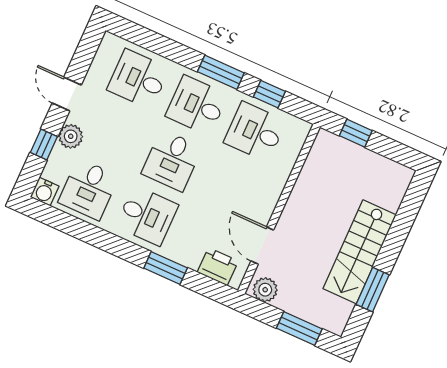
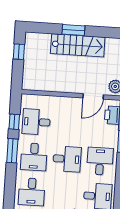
desk: (255, 132) -> (36, 122), turned 90
window: (356, 133) -> (19, 52), moved
window: (373, 290) -> (73, 30), moved

